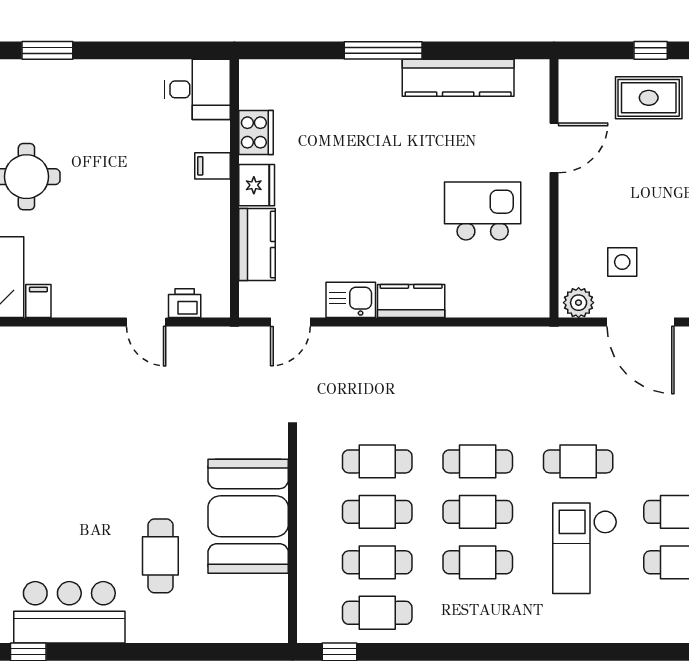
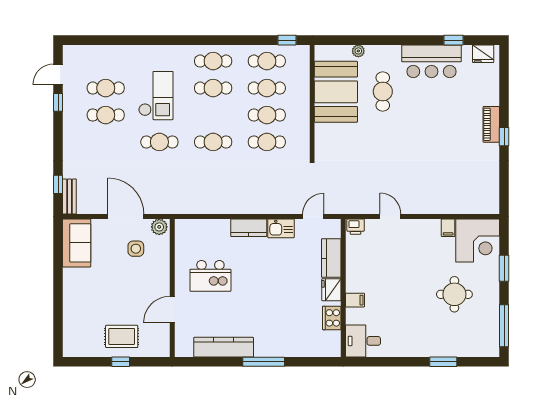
printer: (185, 303) -> (356, 227), moved
cafe table: (478, 512) -> (213, 61), moved
booth: (248, 516) -> (336, 92), moved
plant: (206, 632) -> (358, 51), added

